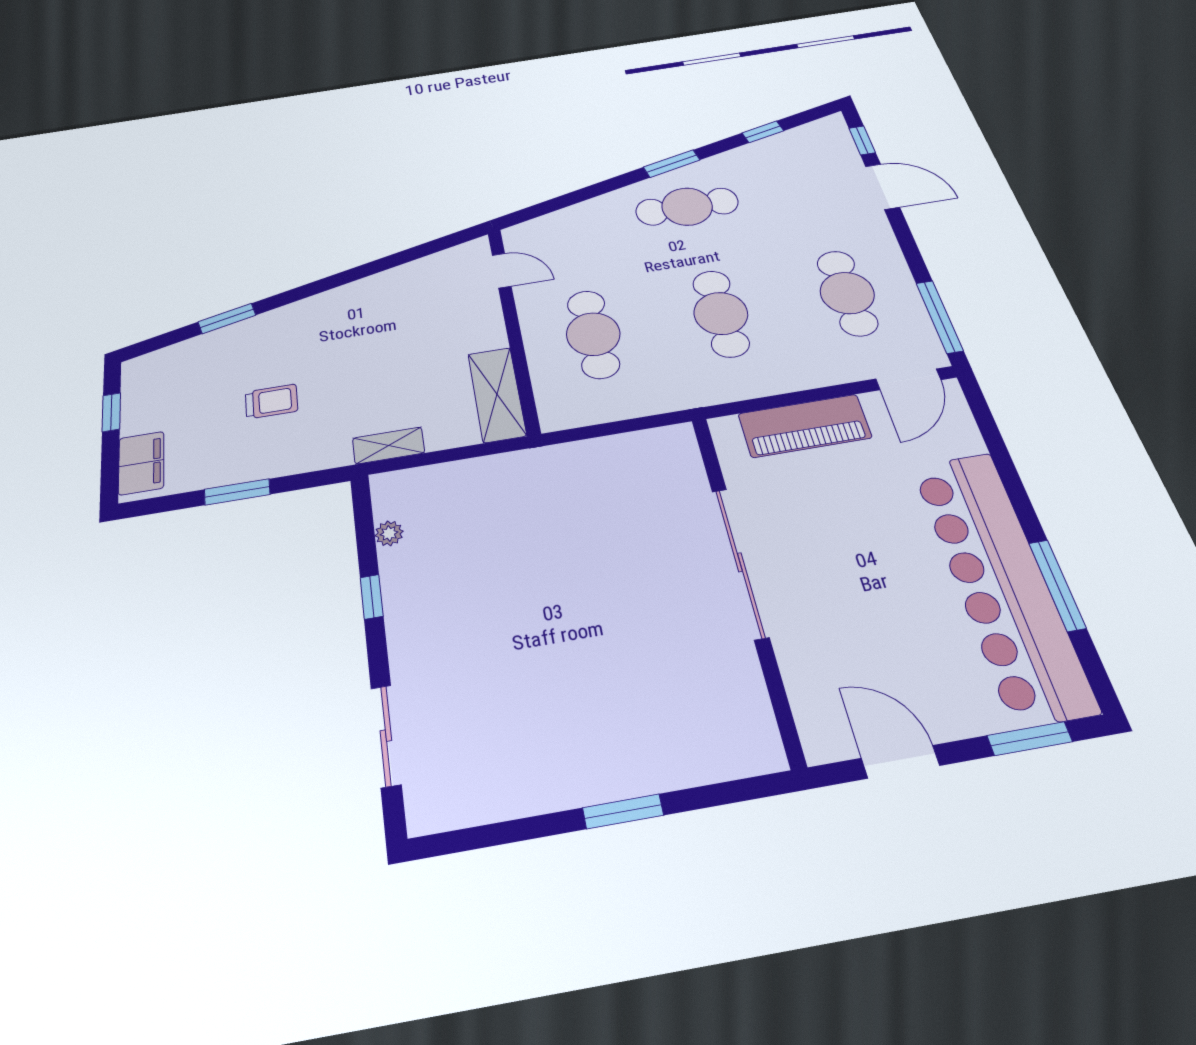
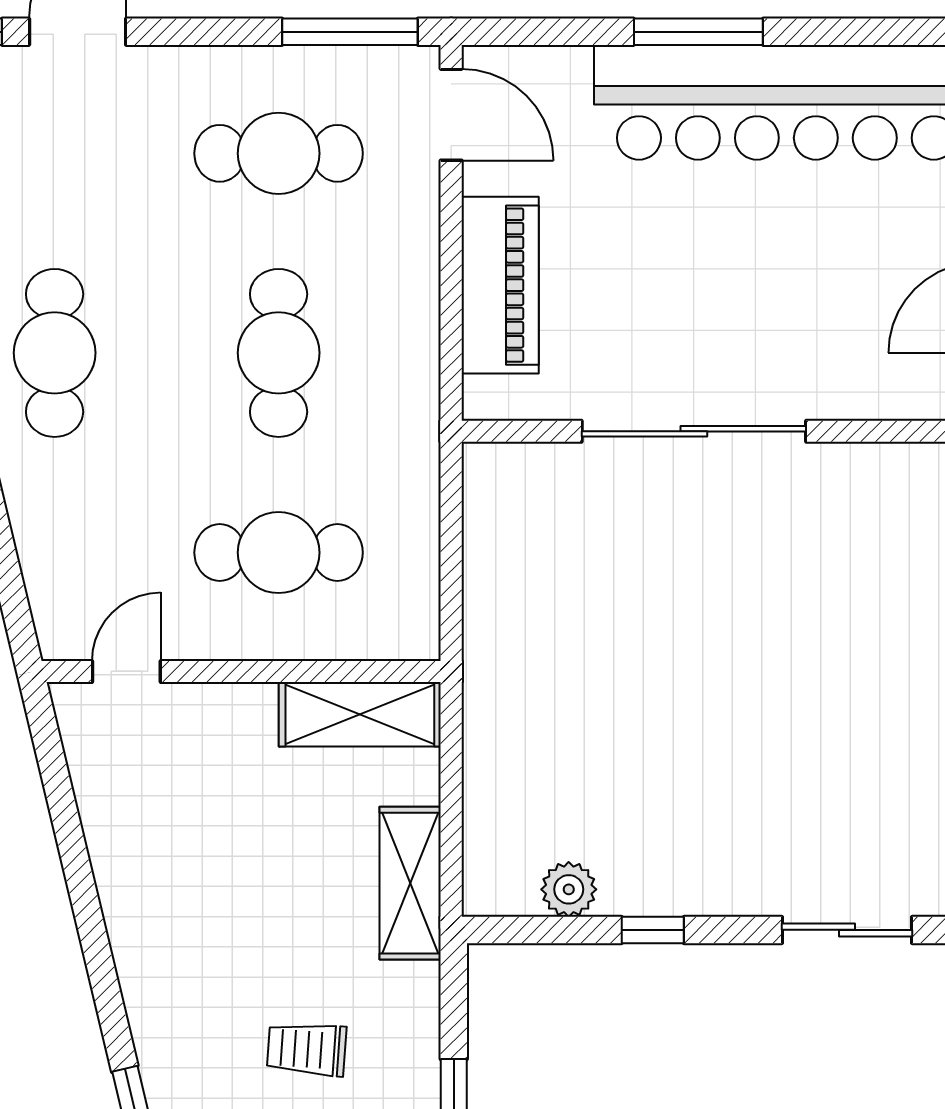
cafe table: (721, 313) -> (279, 353), turned 90
trolley: (272, 401) -> (307, 1049), turned -86
shelving: (389, 446) -> (410, 883), width x1.50, depth x1.33
plant: (389, 533) -> (569, 889), width x1.38, depth x1.38
window: (1057, 585) -> (698, 32), moved

